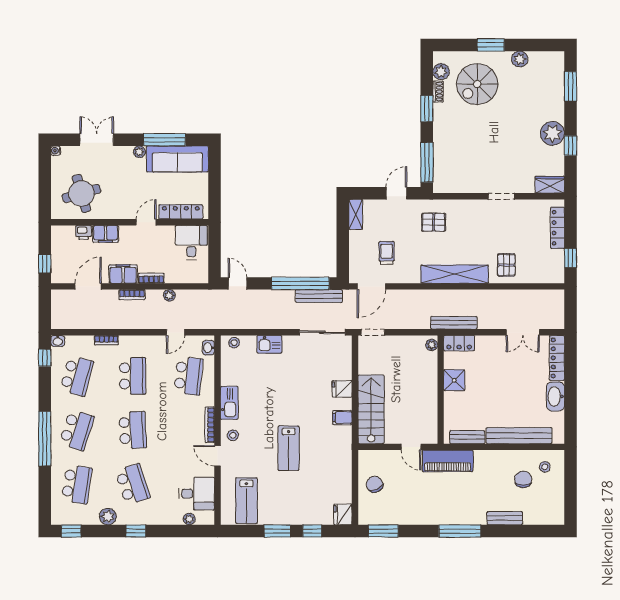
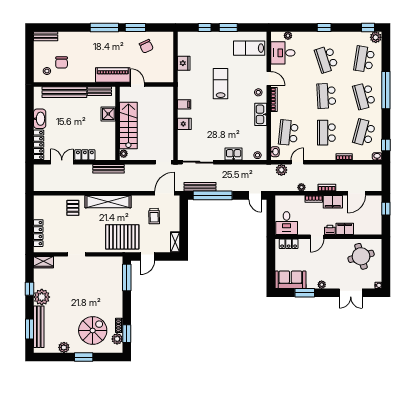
bench: (557, 89) -> (39, 327), added
window: (427, 109) -> (127, 334), moved
window: (164, 140) -> (305, 293), width x0.69
sofa: (177, 159) -> (290, 280), width x0.73
locker: (181, 212) -> (289, 244), width x0.66
pallet: (434, 222) -> (122, 237), width x2.05, depth x2.00
printer: (84, 232) -> (330, 230), moved
window: (571, 258) -> (29, 213), removed
plant: (199, 321) -> (281, 170), added
locker: (459, 343) -> (85, 155), moved
shower: (454, 380) -> (108, 114), moved
stairs: (371, 409) -> (128, 125), moved, turned 180
school desk: (77, 430) -> (364, 96), turned -33
chair: (375, 484) -> (146, 46), moved
lab bench: (246, 501) -> (249, 48), turned -90
fridge: (343, 514) -> (184, 63), moved
plant: (108, 517) -> (376, 37), moved
bench: (505, 518) -> (46, 36), moved
window: (383, 531) -> (135, 27), moved

